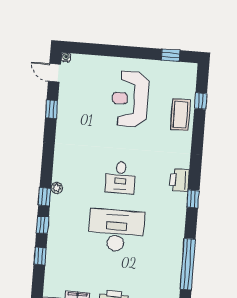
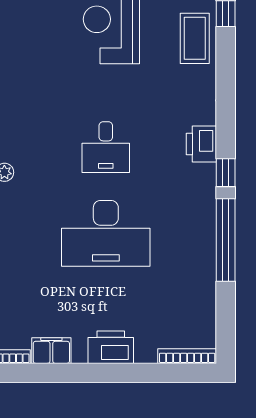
desk: (116, 230) -> (106, 233), turned 180
window: (188, 264) -> (226, 240), moved

